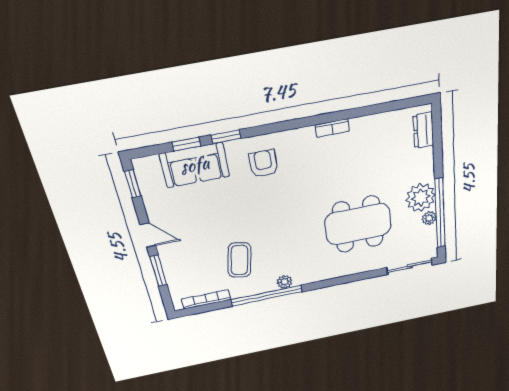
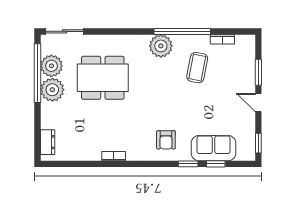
plant: (429, 218) -> (51, 66), width x1.88, depth x1.88
plant: (285, 282) -> (161, 46), width x1.88, depth x1.88
bookcase: (206, 299) -> (222, 39), width x0.64

